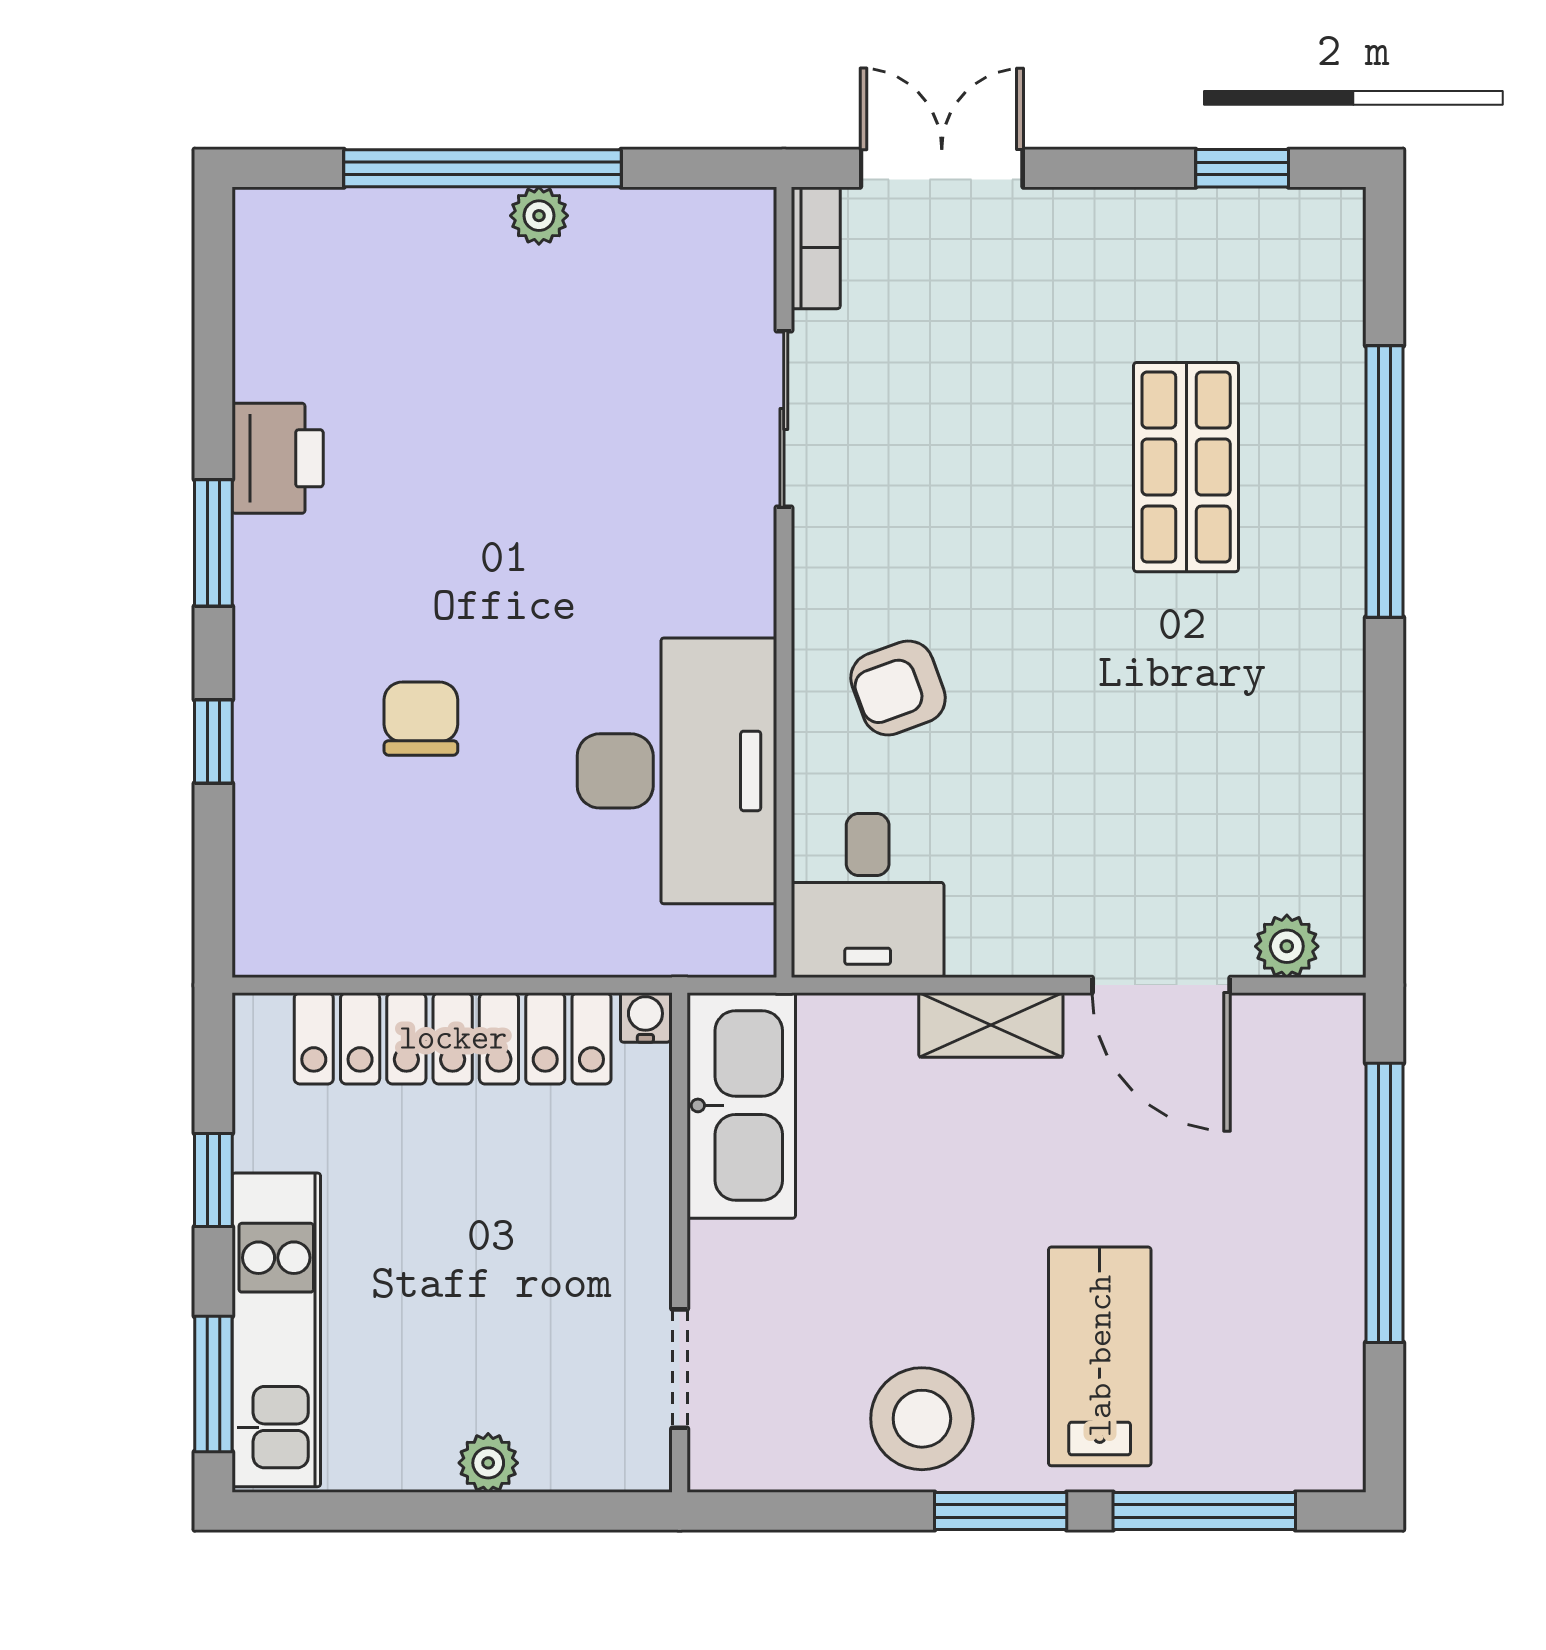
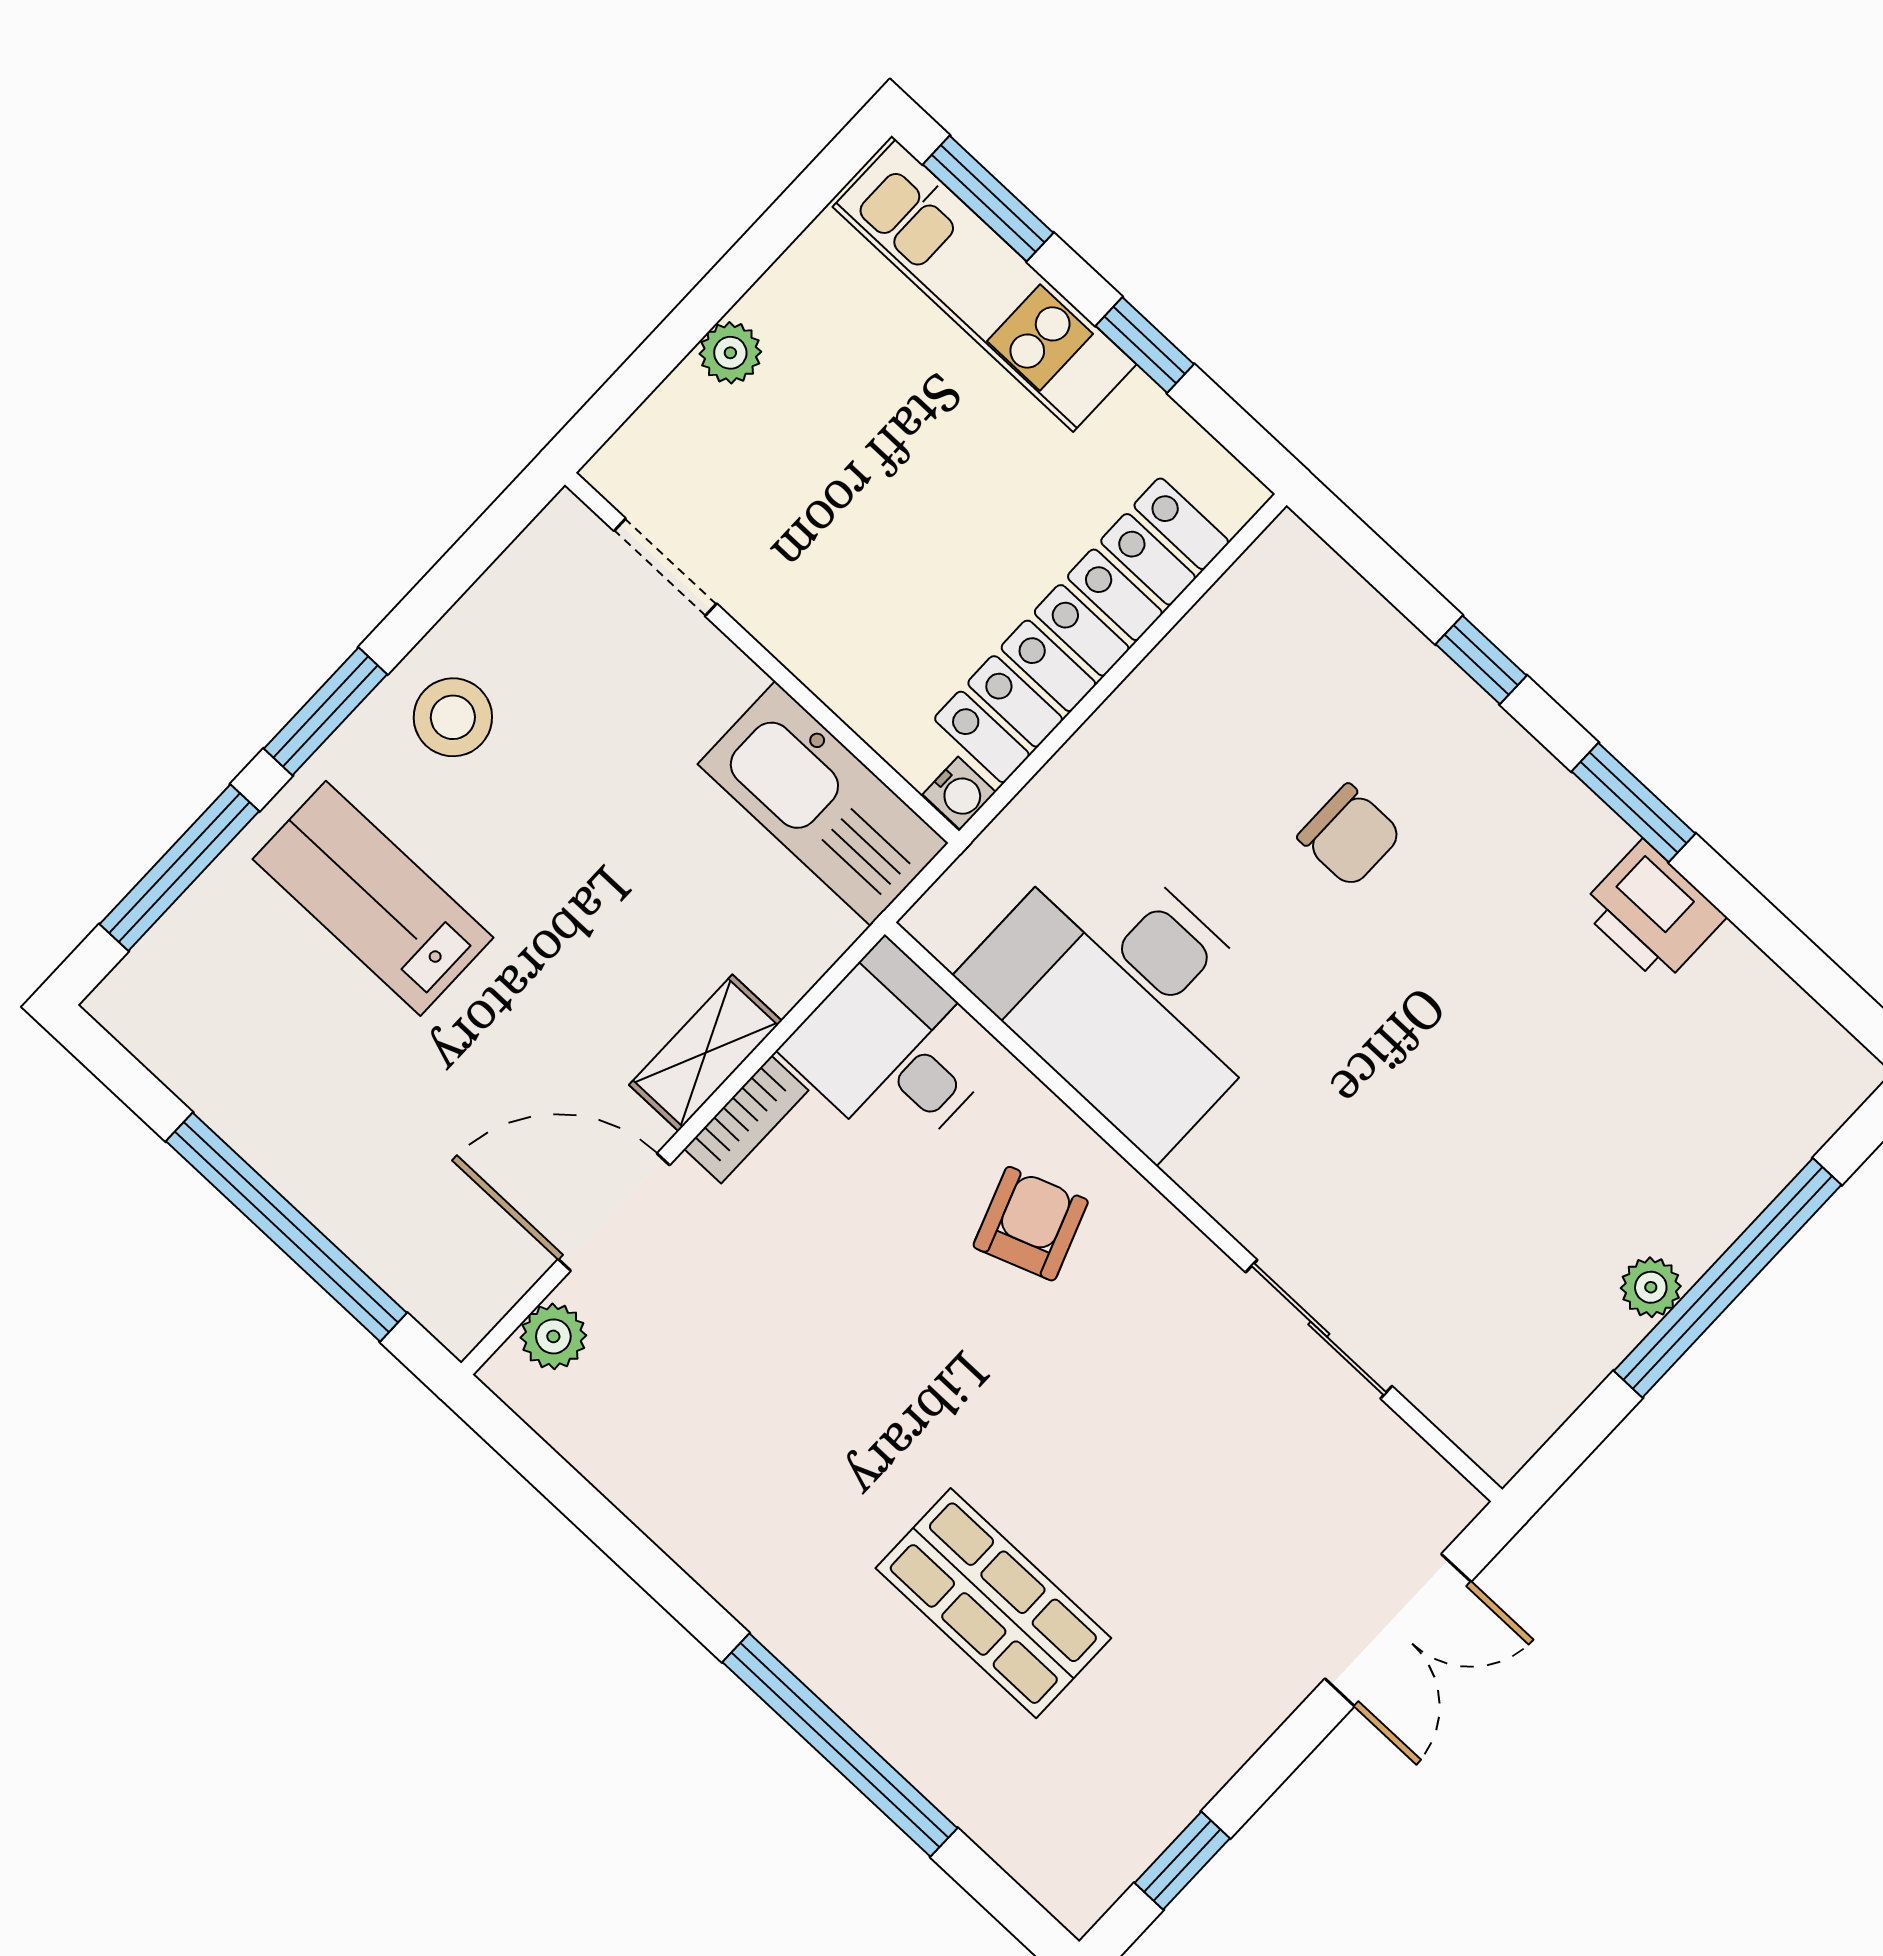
bookcase: (816, 248) -> (746, 1120), moved, turned -90
lab bench: (1100, 1356) -> (373, 898), turned 180
stool: (922, 1419) -> (453, 717), width x0.73, depth x0.73

